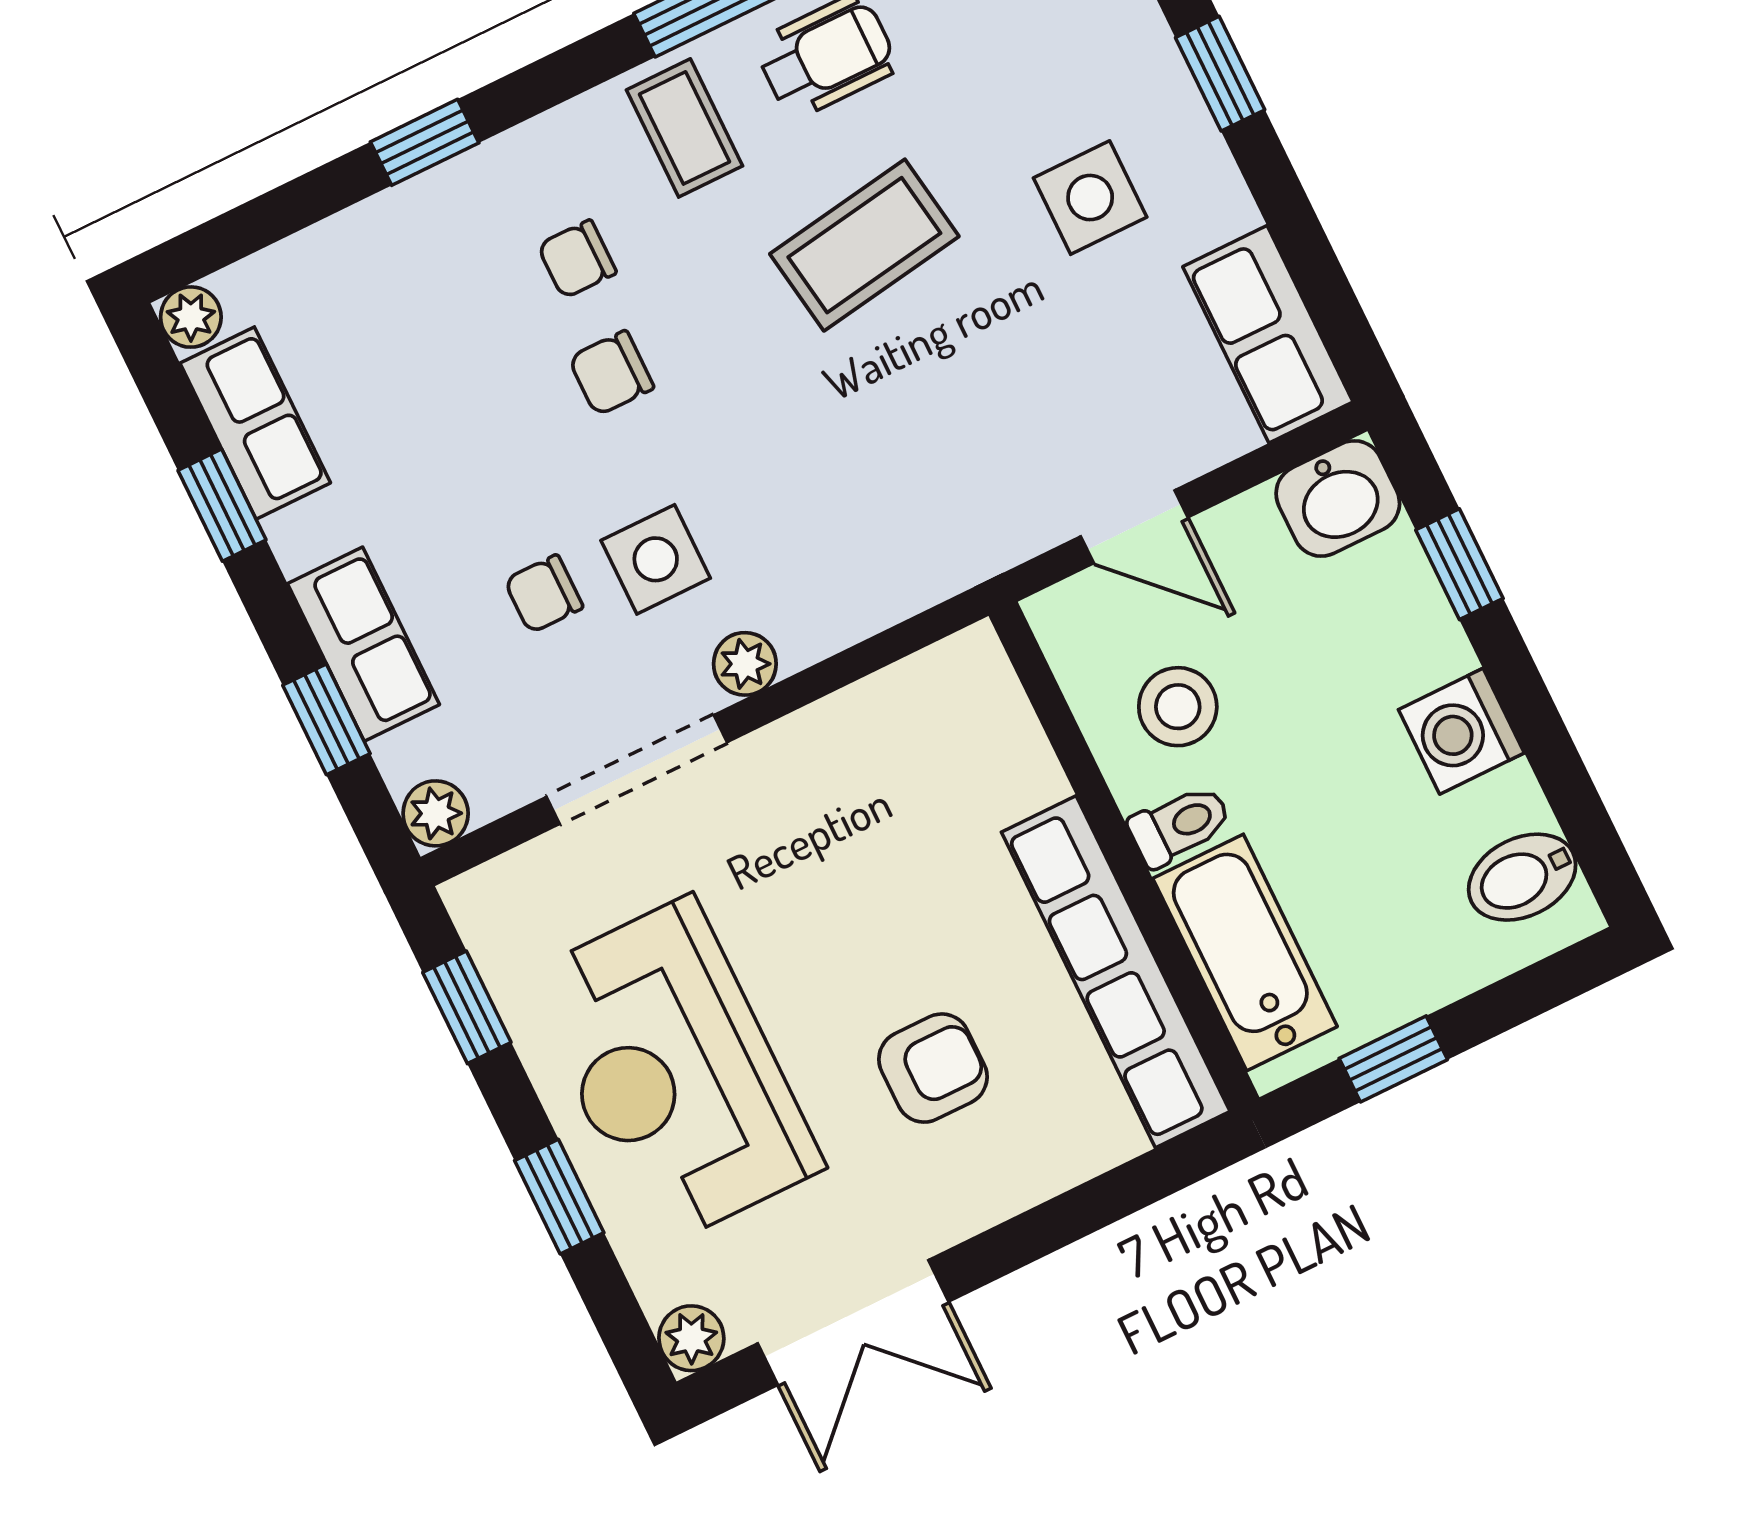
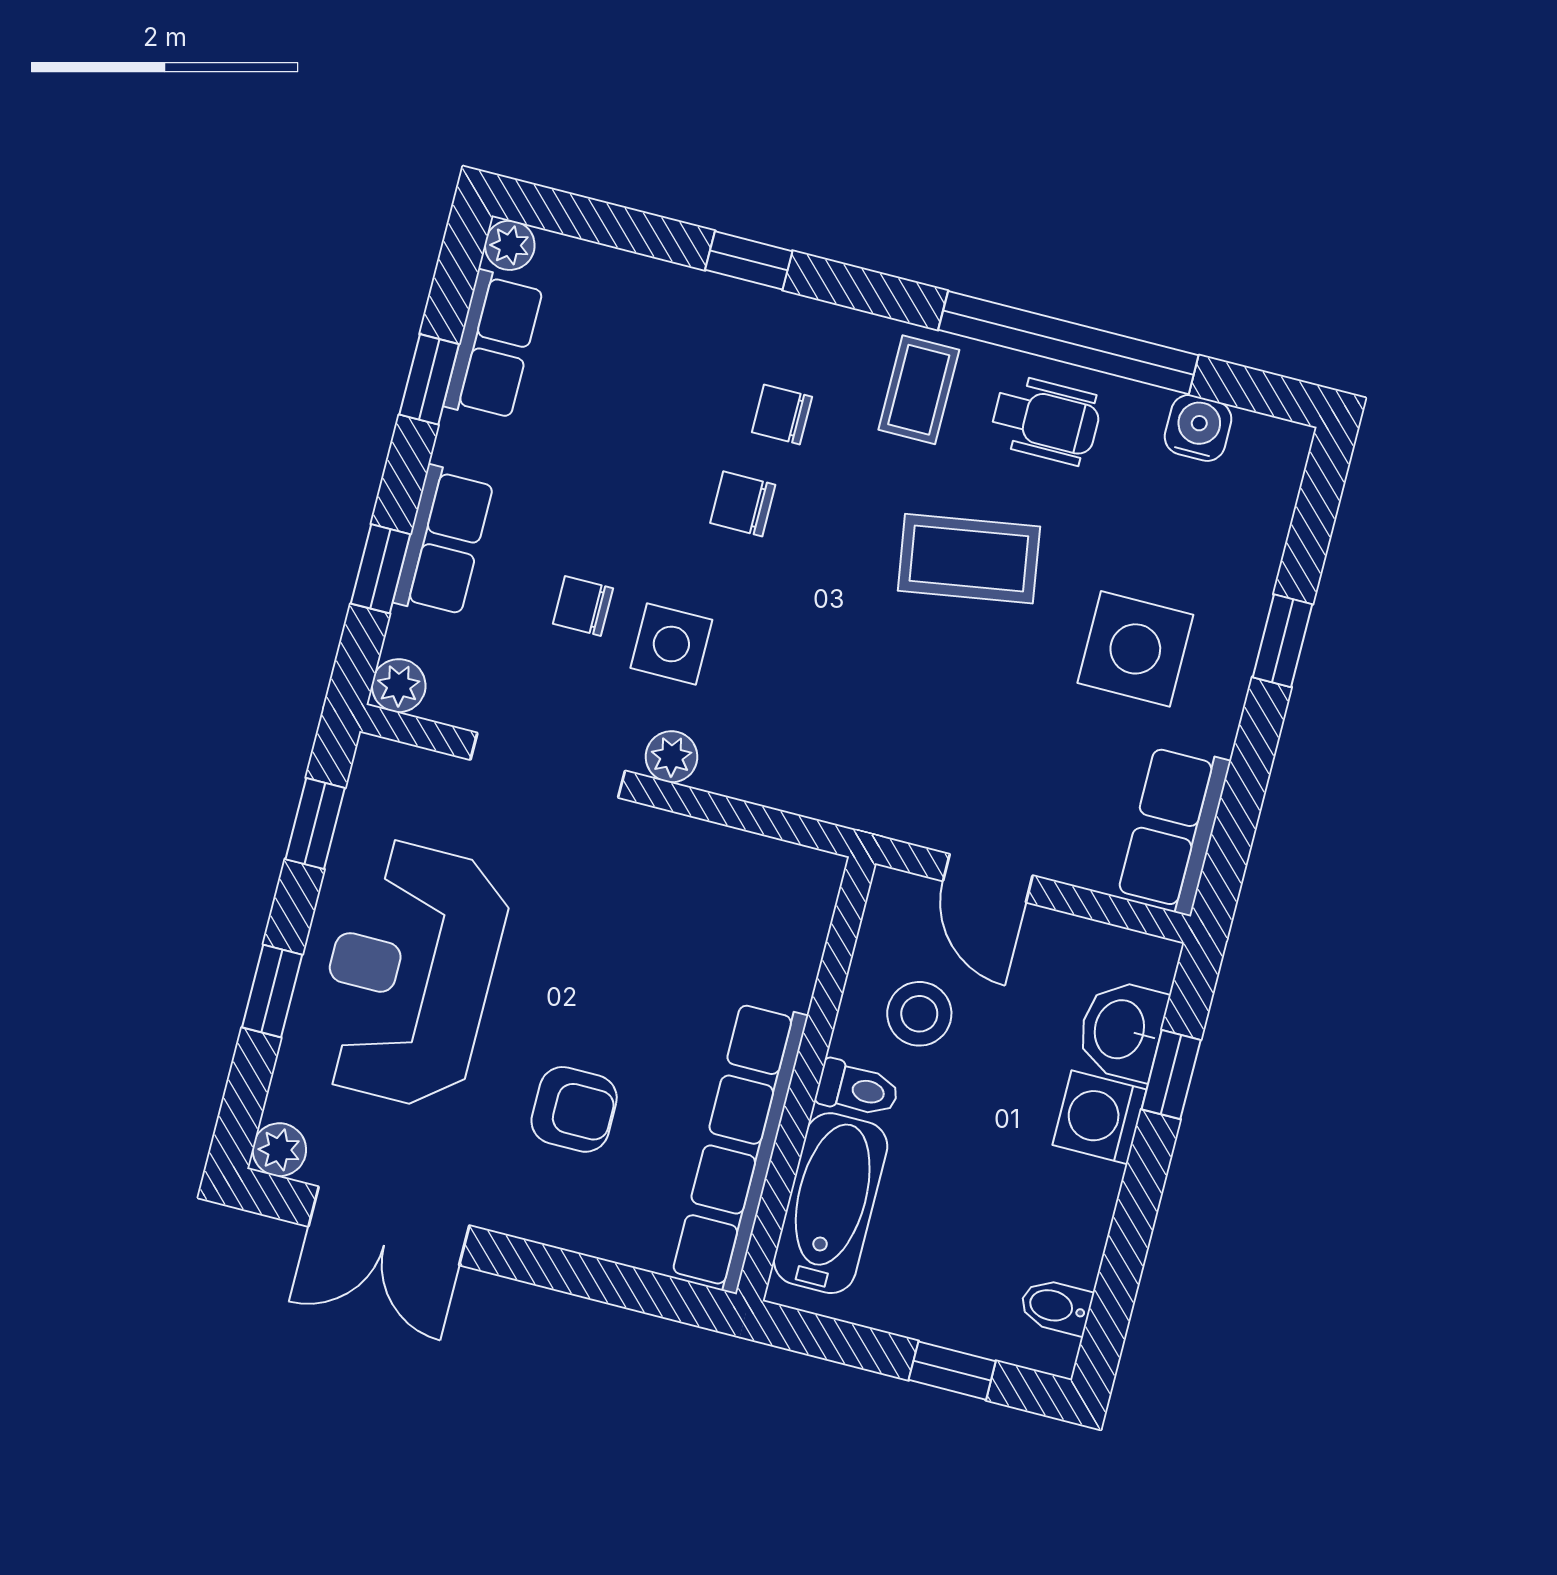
side table: (1090, 198) -> (1135, 649), width x1.37, depth x1.37
washbasin: (1338, 498) -> (1122, 1030), moved, turned 90
washing machine: (1461, 731) -> (1100, 1117), moved
bidet: (1522, 877) -> (1056, 1307), width x0.72, depth x0.74
window: (1393, 1059) -> (952, 1371), moved

